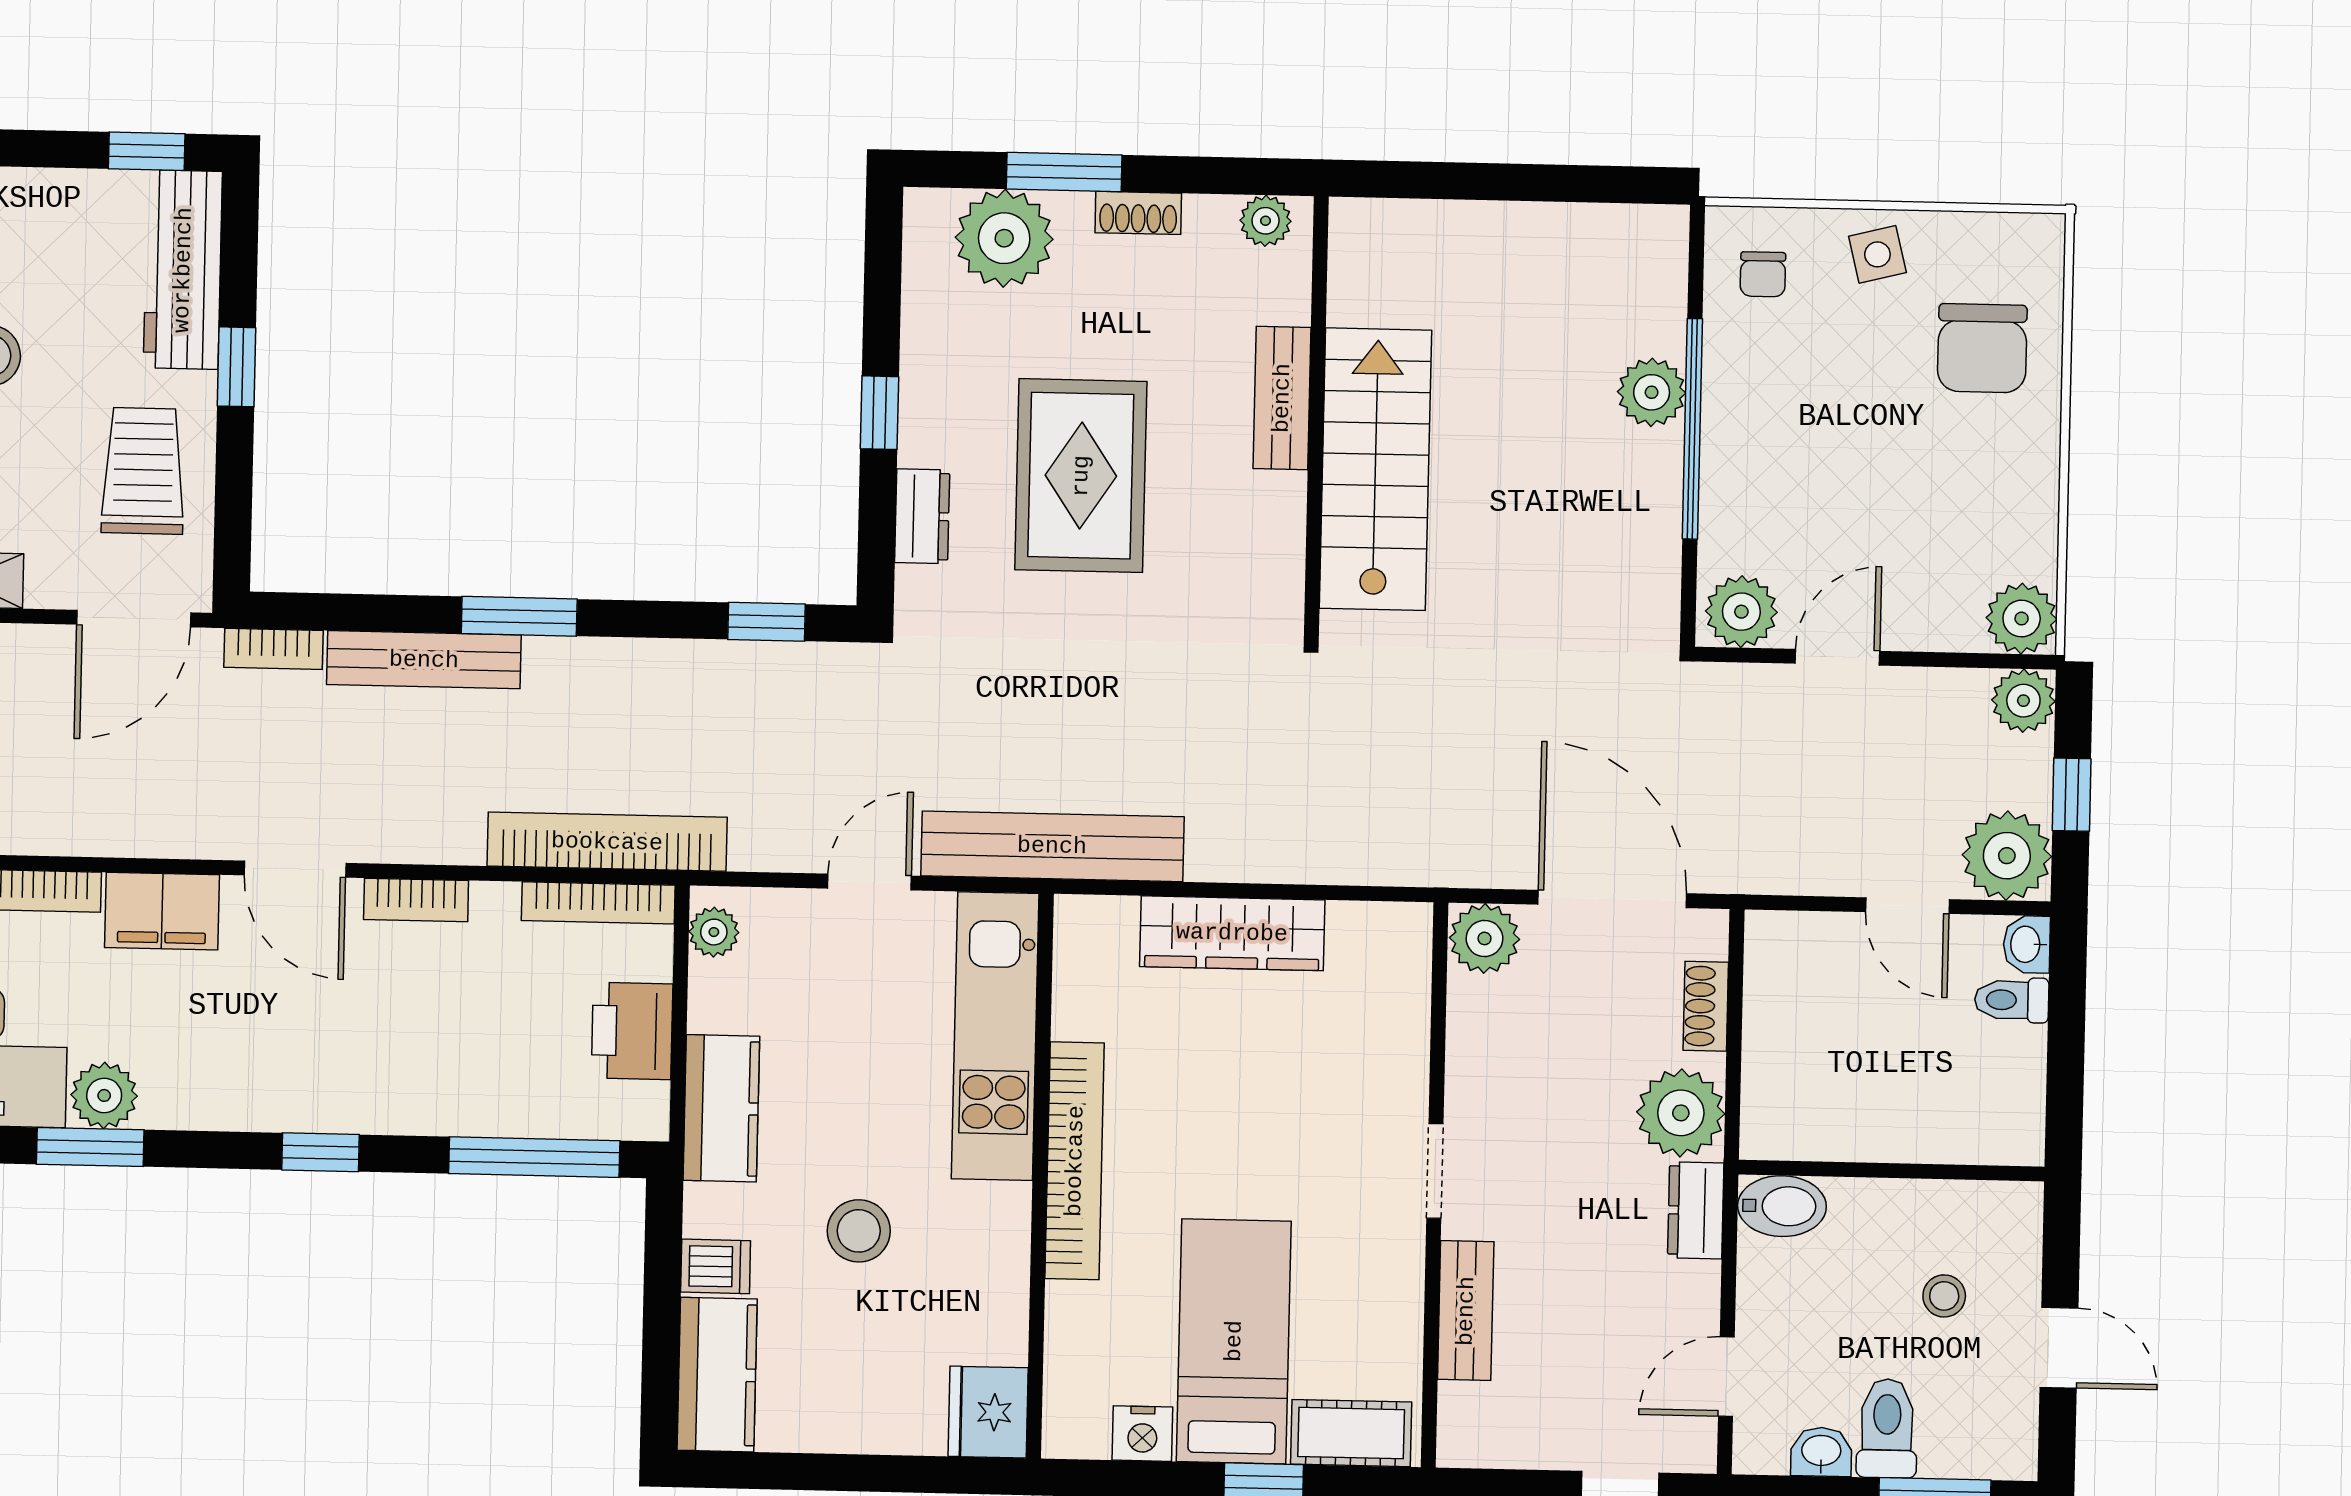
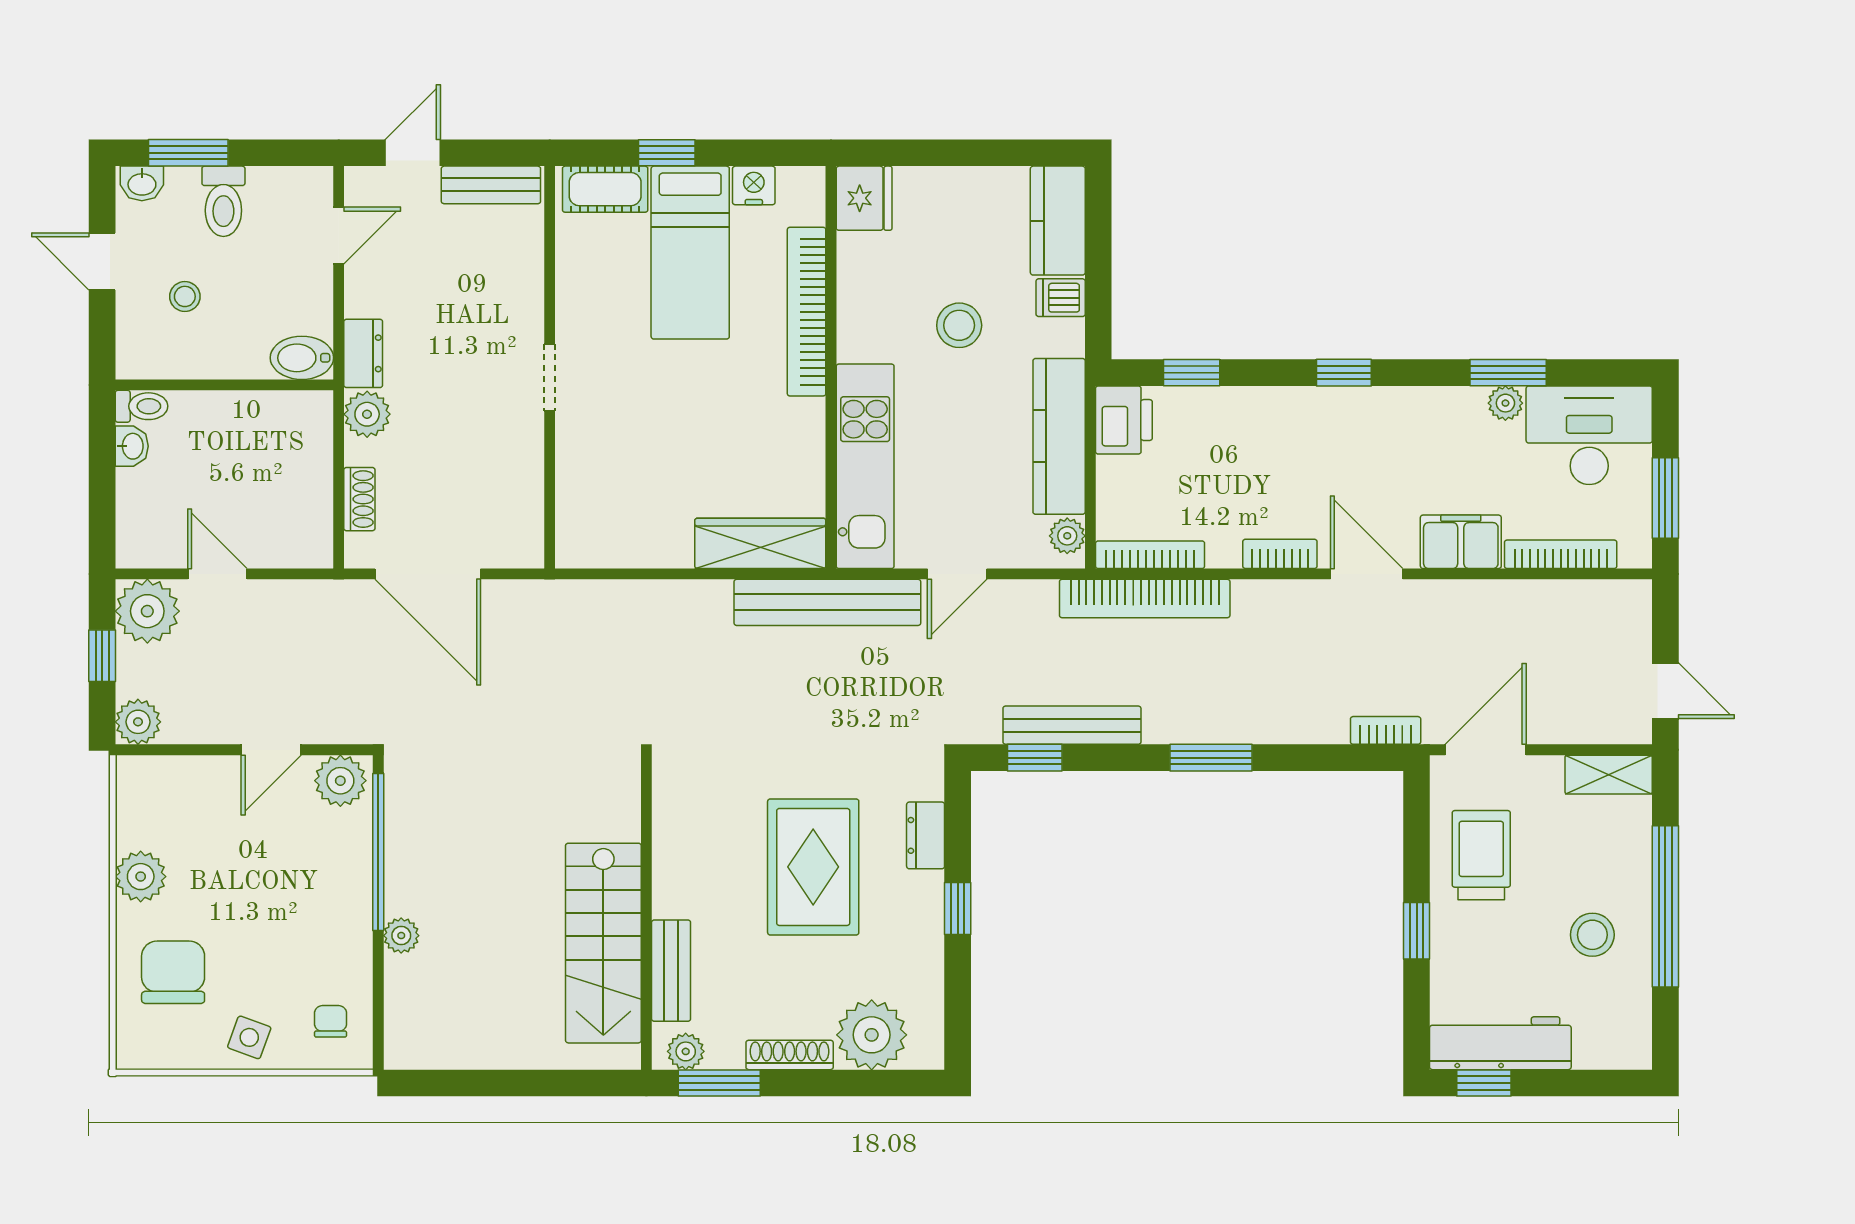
window: (1064, 172) -> (719, 1083), moved
shoe rack: (1138, 213) -> (790, 1055), width x1.43
side table: (1877, 254) -> (249, 1037), turned 34
workbench: (183, 270) -> (1500, 1043), moved, turned -90
plant: (1652, 392) -> (401, 936), width x0.73, depth x0.73
bench: (1282, 398) -> (671, 971), moved
window: (1692, 429) -> (378, 852), moved
stairs: (1375, 469) -> (603, 943), moved
trolley: (143, 471) -> (1481, 855), turned 180
plant: (2022, 619) -> (141, 877), moved
bench: (424, 660) -> (1072, 725), moved
wardrobe: (1232, 933) -> (760, 543), moved
plant: (1485, 938) -> (518, 544), removed
washbasin: (2027, 944) -> (132, 446), moved
toilet: (2012, 1000) -> (142, 406), moved
printer: (632, 1031) -> (1124, 420), moved
plant: (104, 1095) -> (1505, 403), width x0.73, depth x0.73
kitchen counter: (721, 1108) -> (1059, 436), width x1.50
plant: (1681, 1113) -> (367, 414), width x0.73, depth x0.73
window: (534, 1157) -> (1192, 373), width x0.46
bookcase: (1075, 1161) -> (807, 312), moved
bench: (1466, 1311) -> (491, 185), moved, turned 90
washbasin: (1821, 1452) -> (142, 183), moved

